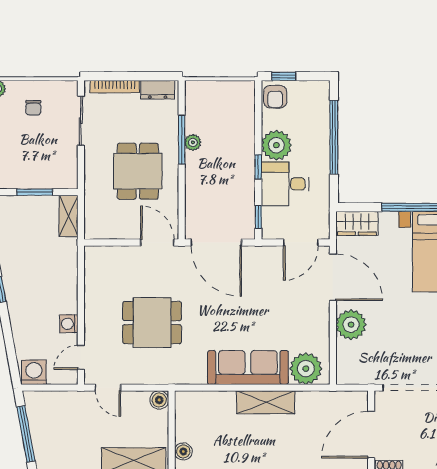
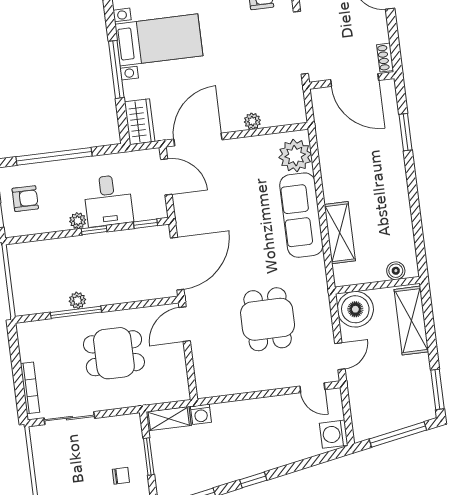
dresser: (158, 90) -> (28, 343), removed
armchair: (275, 97) -> (25, 199), moved
chair: (33, 108) -> (121, 476), moved
plant: (276, 145) -> (78, 221), width x0.53, depth x0.53
washing machine: (69, 324) -> (201, 414), moved
plant: (351, 325) -> (252, 121), width x0.53, depth x0.53
boiler: (159, 400) -> (355, 309), width x1.86, depth x1.86
shelving: (266, 402) -> (340, 233), moved

